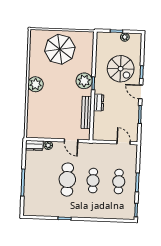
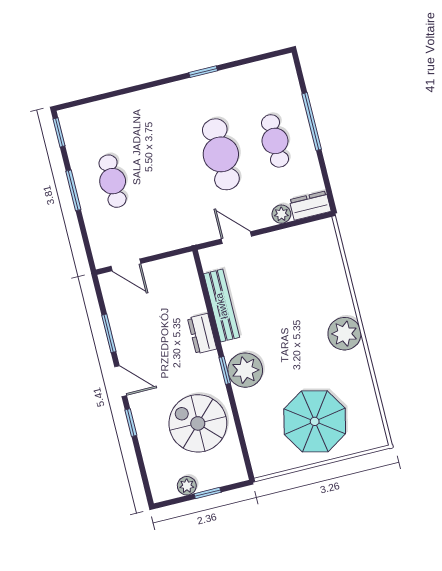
spiral stairs: (121, 69) -> (198, 423), moved
cafe table: (93, 181) -> (275, 141), moved

